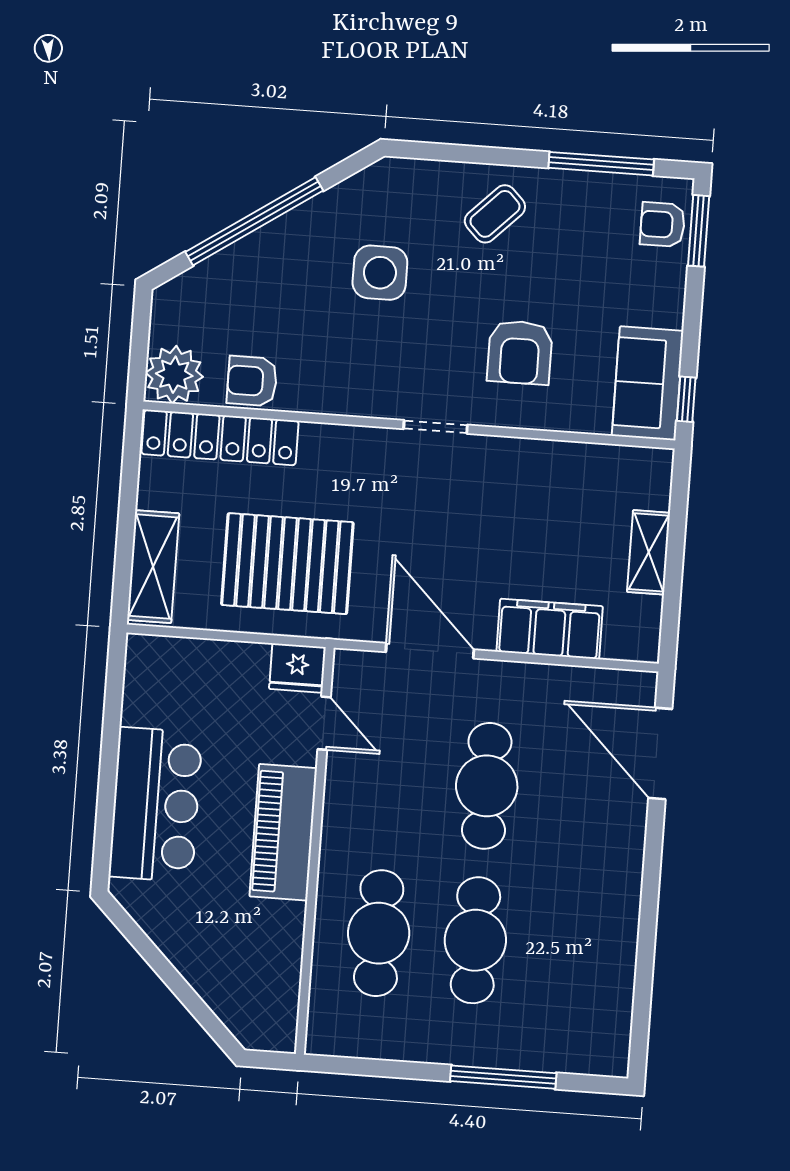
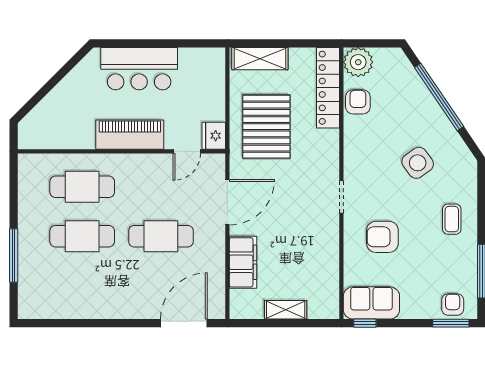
coffee table: (495, 214) -> (452, 219), turned 45
side table: (380, 273) -> (418, 163), turned -36

